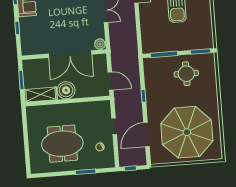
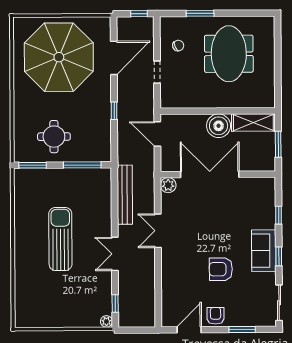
bench: (131, 35) -> (125, 195), added
meeting table: (62, 144) -> (229, 54), turned 90

